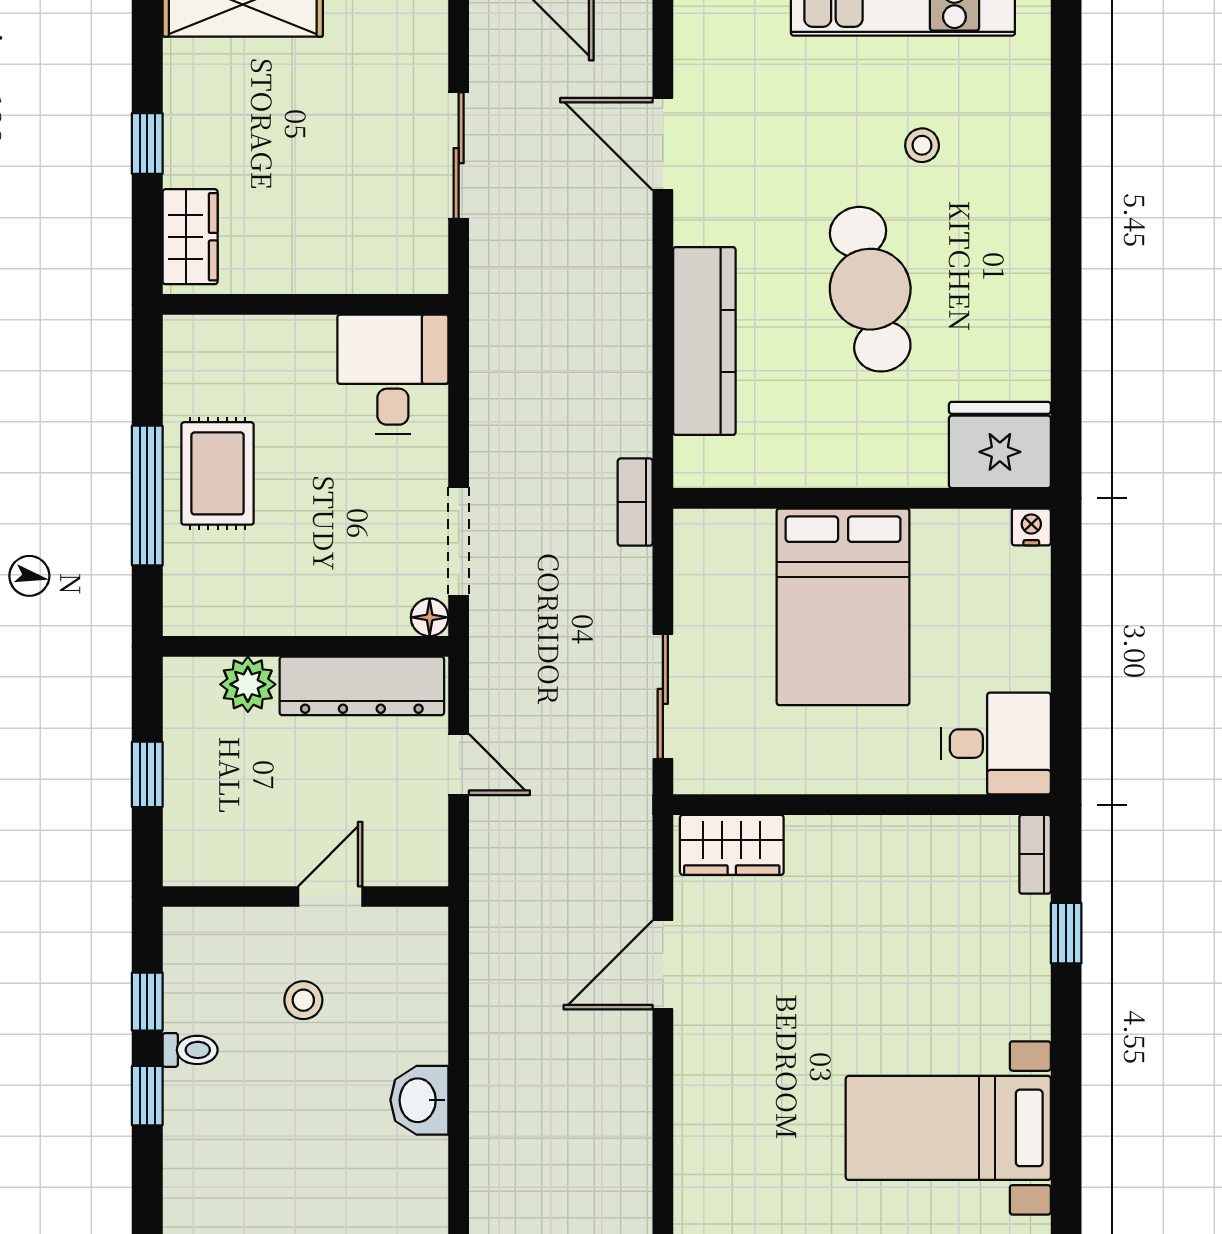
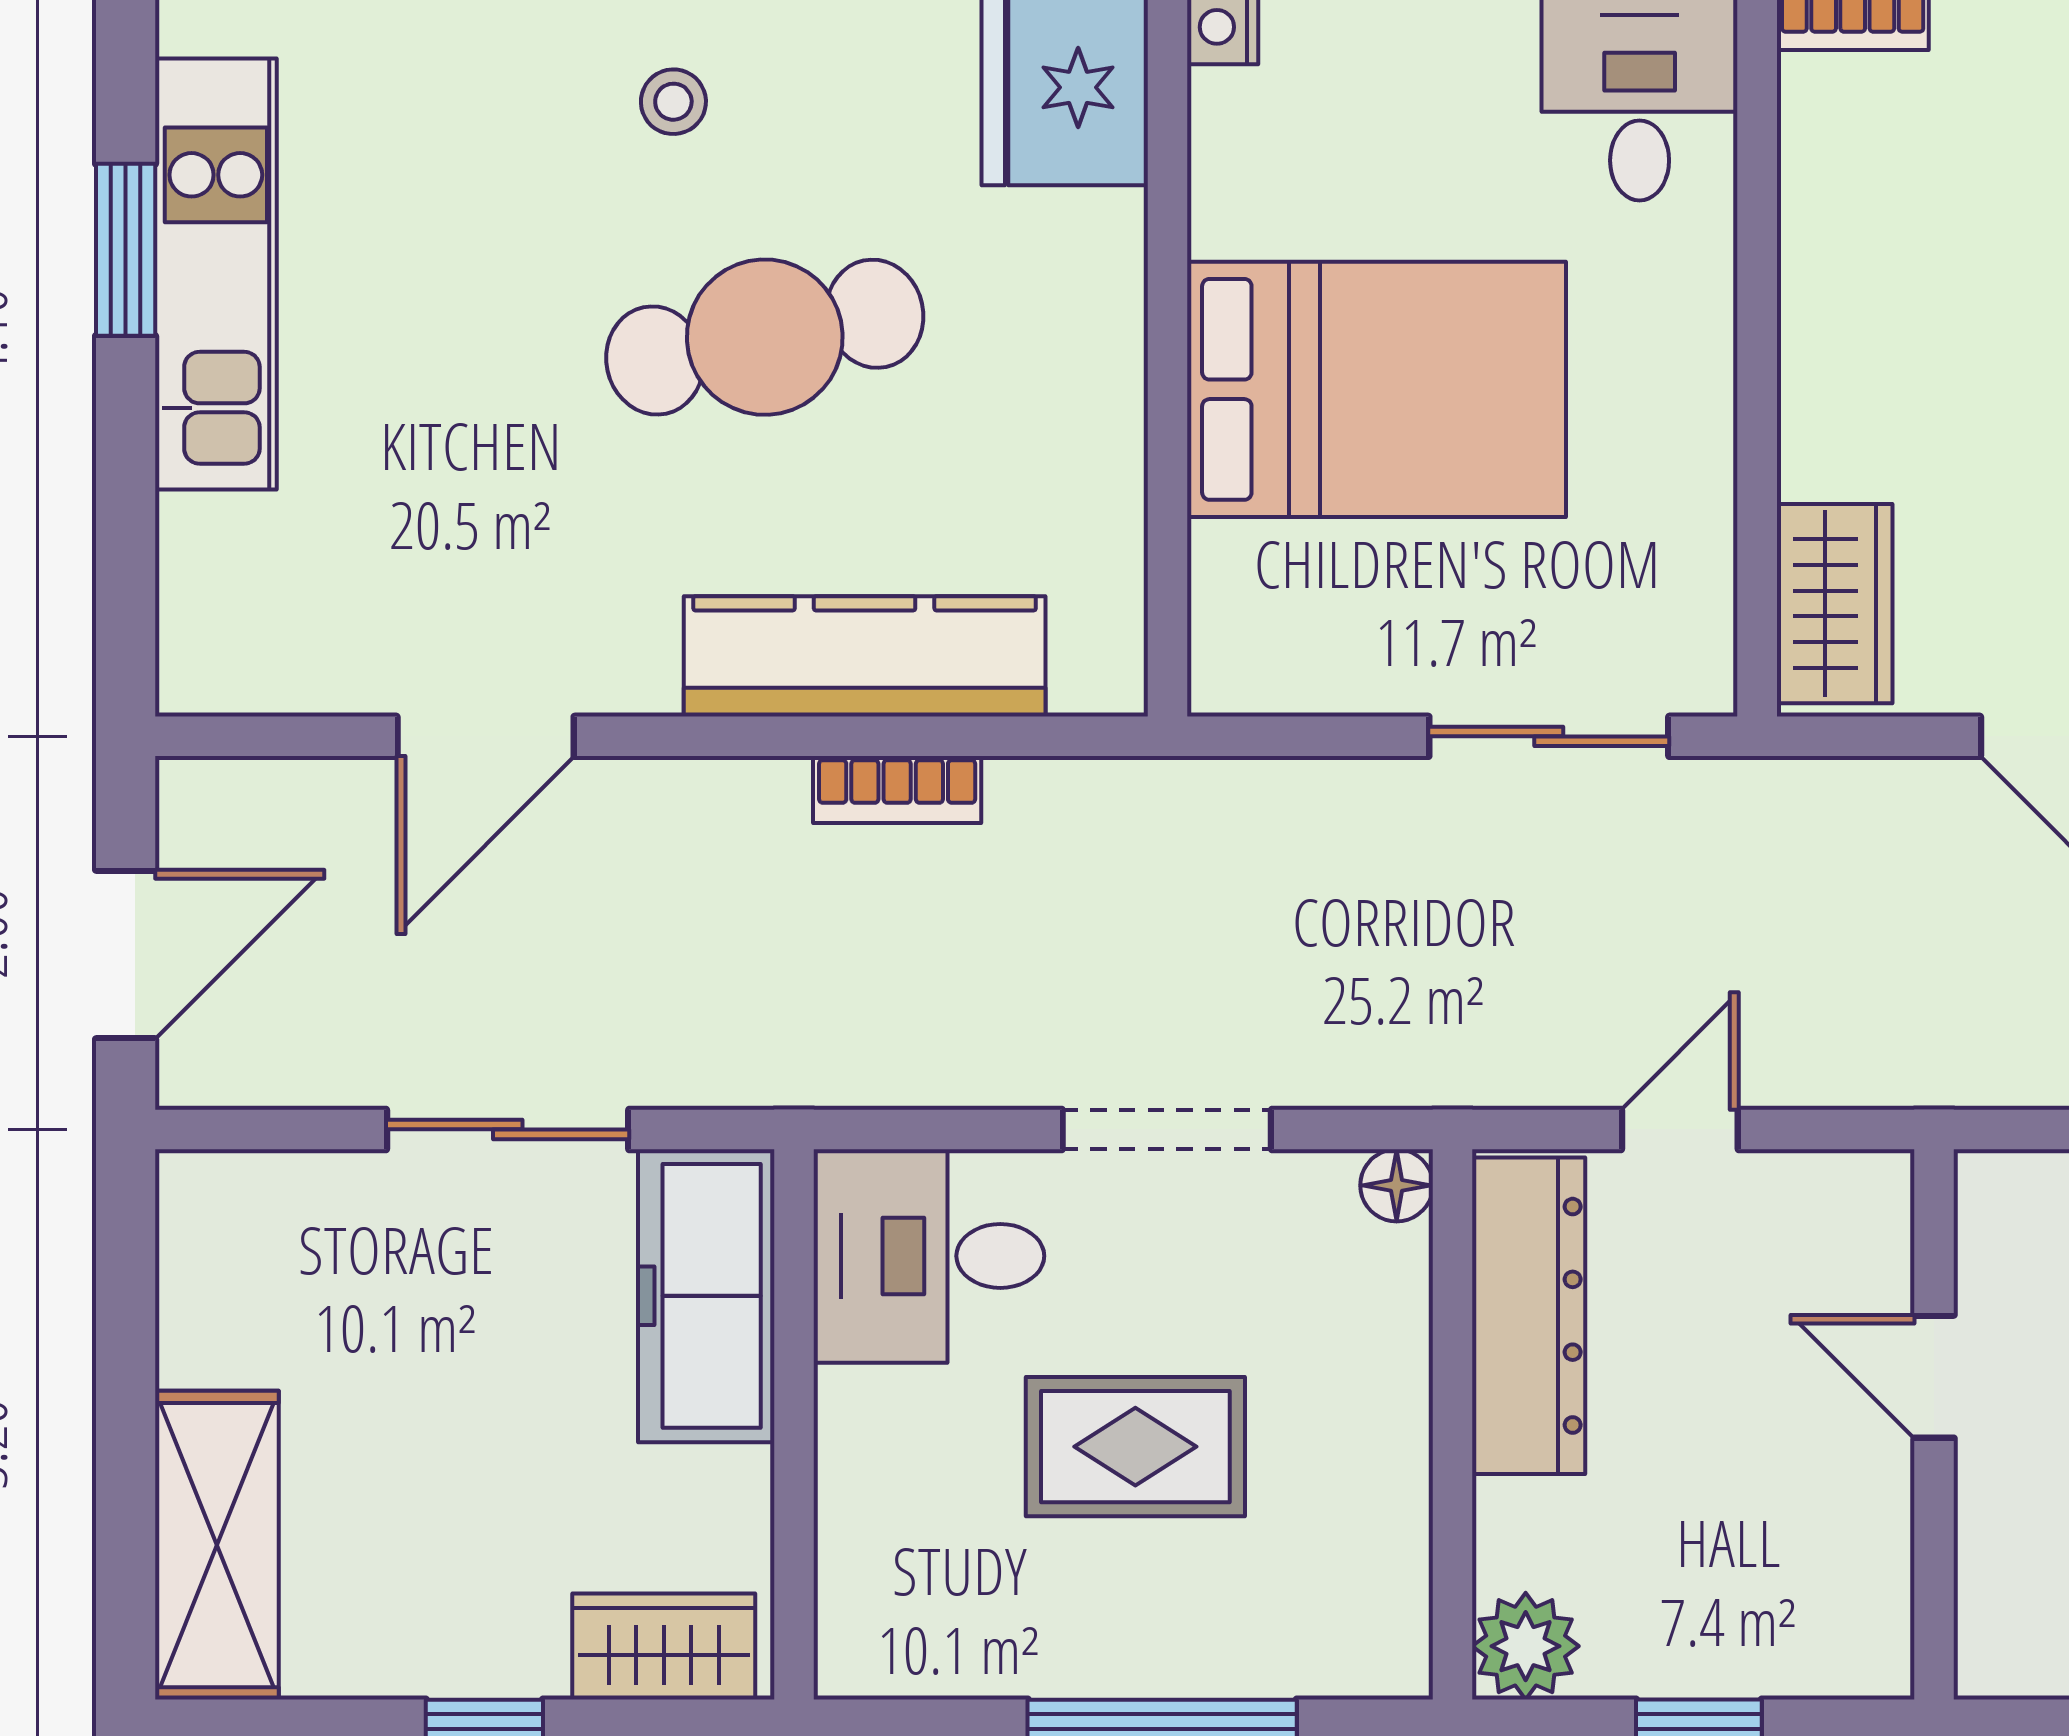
stool: (922, 145) -> (673, 102), moved
freezer: (372, 259) -> (706, 1296), added
rug: (218, 473) -> (1135, 1447), moved
bookcase: (635, 502) -> (897, 790), moved
doorway: (459, 541) -> (1167, 1129), moved
plant: (248, 684) -> (1526, 1646), moved

